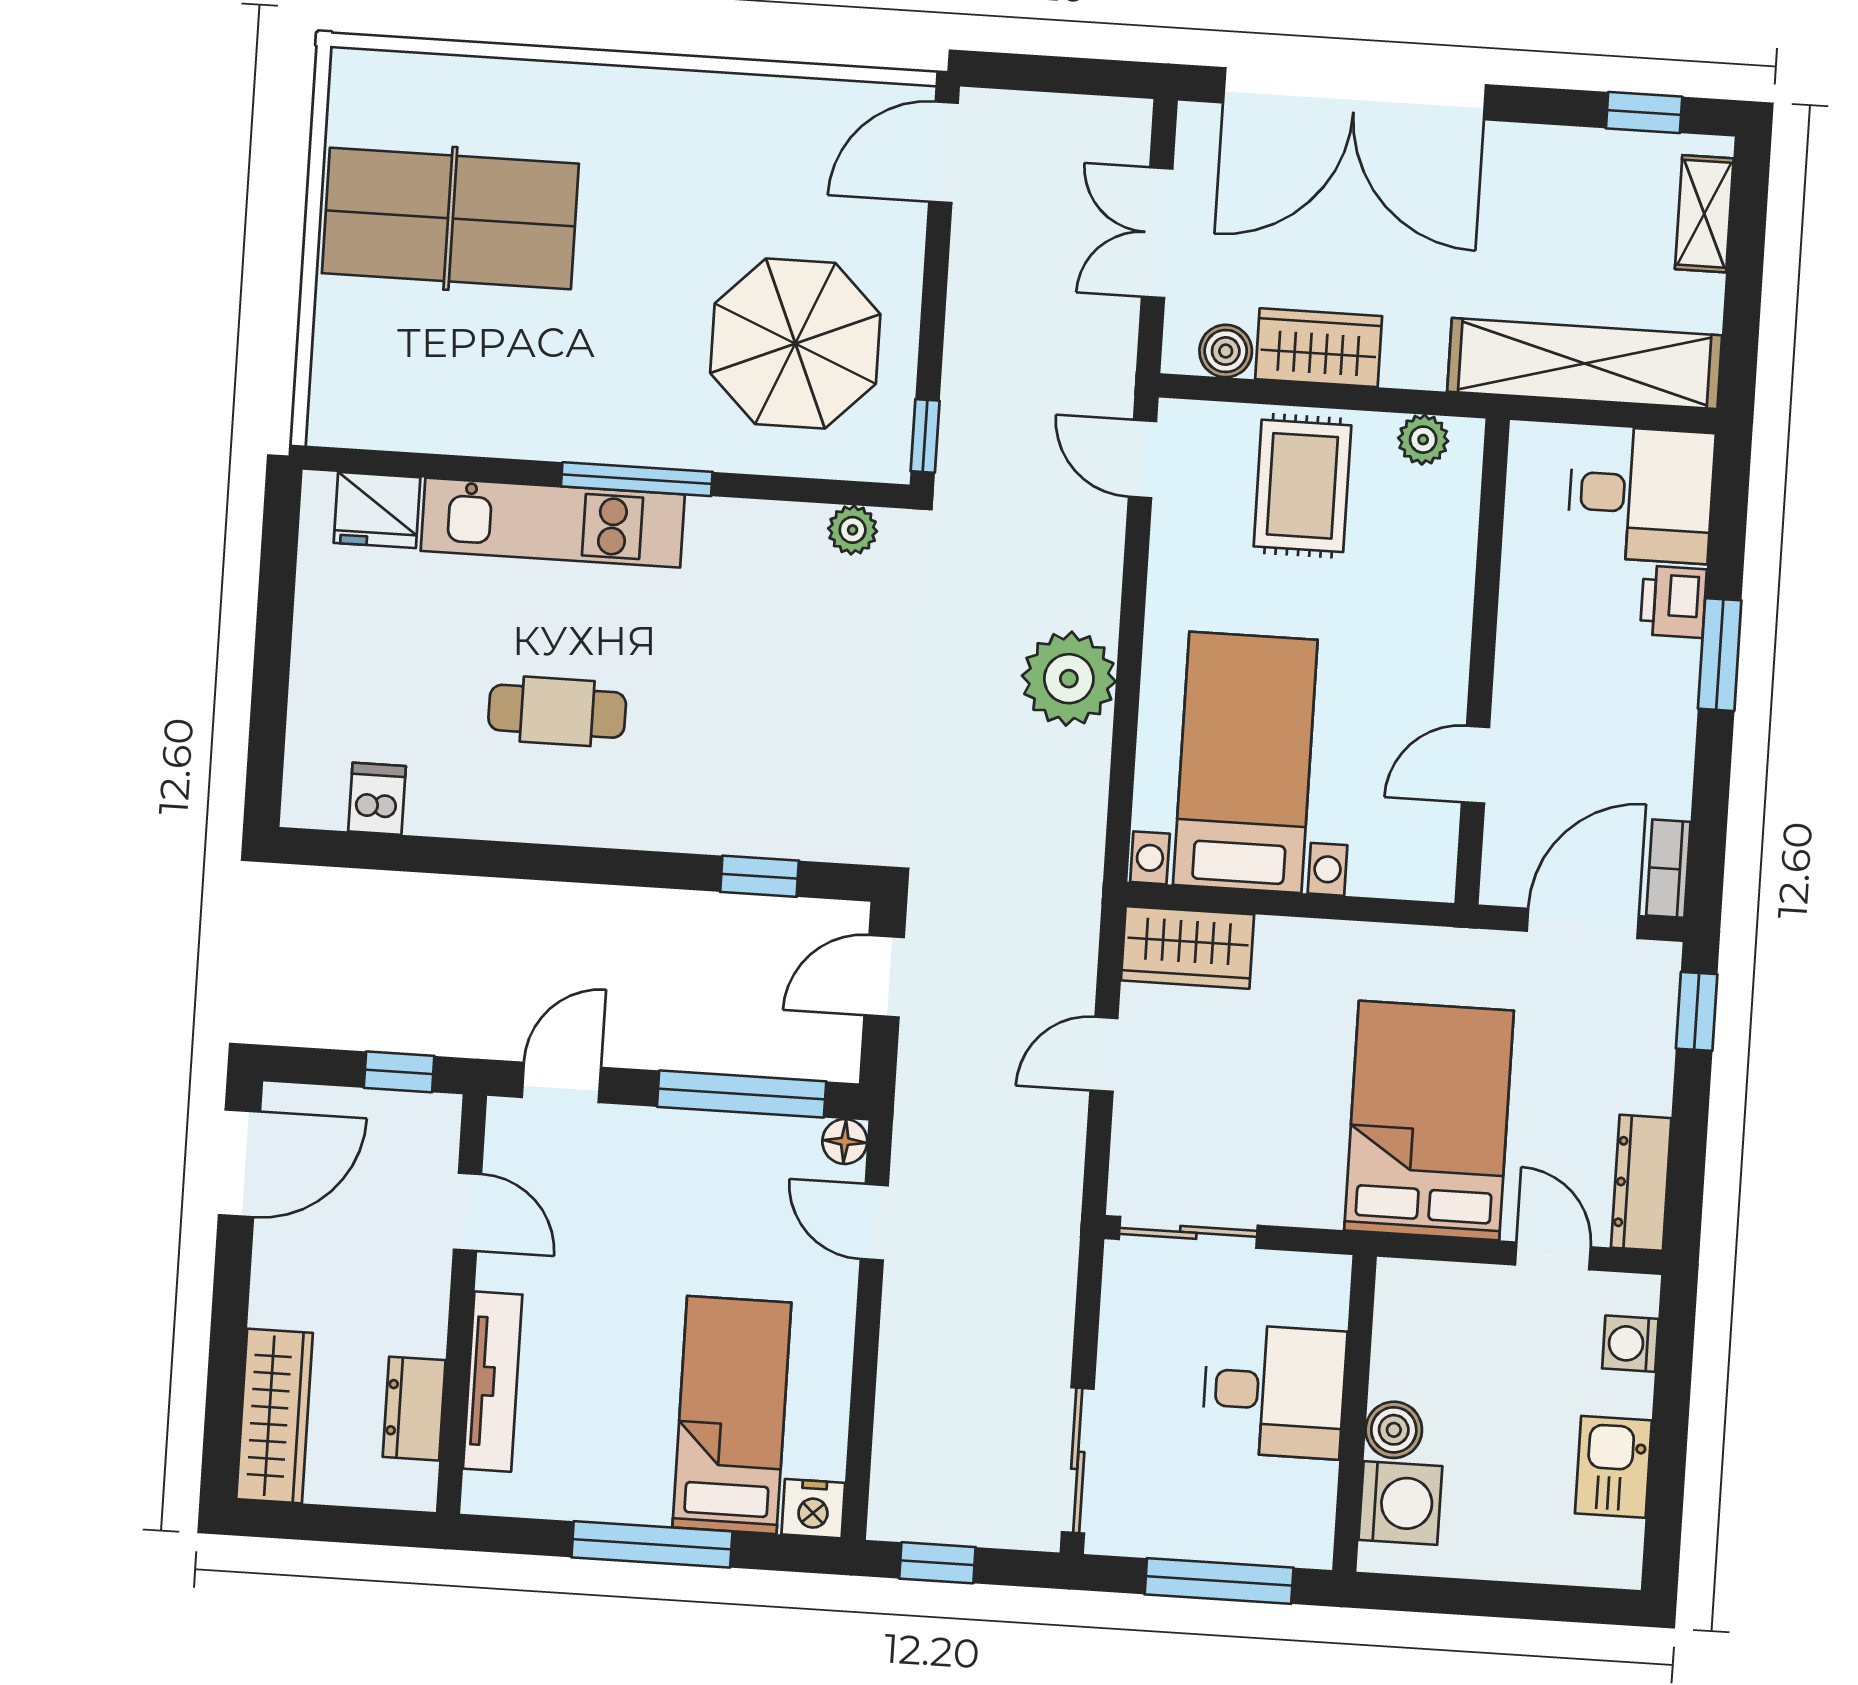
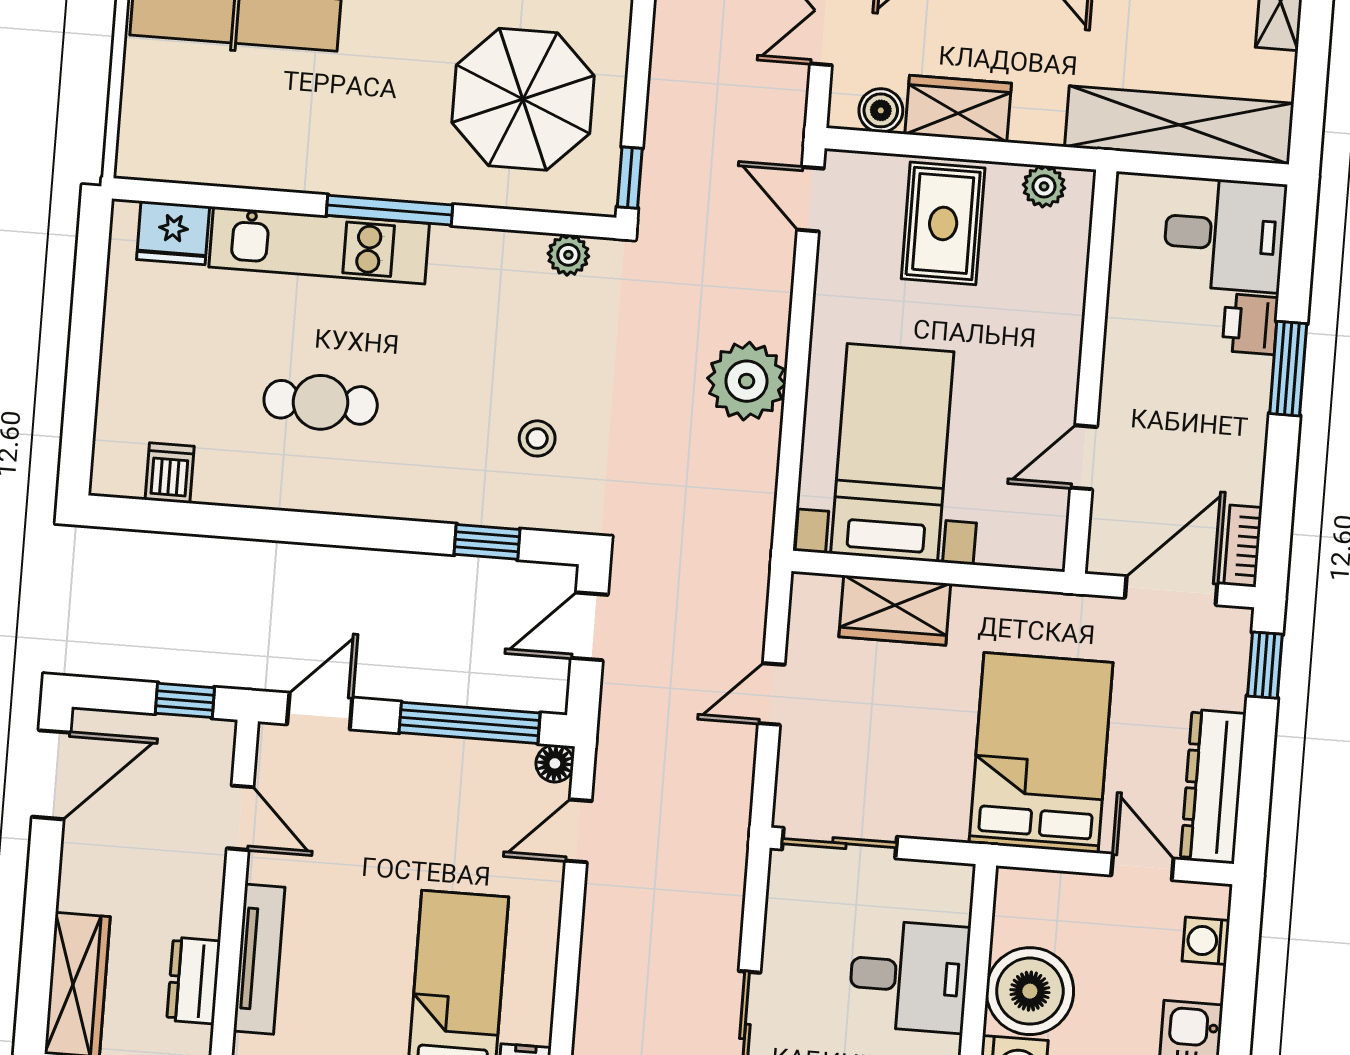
stool: (818, 751) -> (537, 438), added
wardrobe: (1188, 947) -> (895, 610), moved
dresser: (1641, 1183) -> (1213, 787), width x1.37, depth x1.24
door: (874, 1222) -> (578, 831), hinge flipped
boiler: (1394, 1430) -> (1030, 991), width x1.86, depth x1.86

